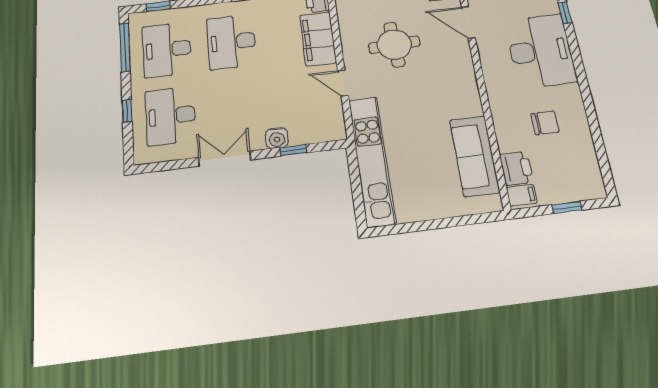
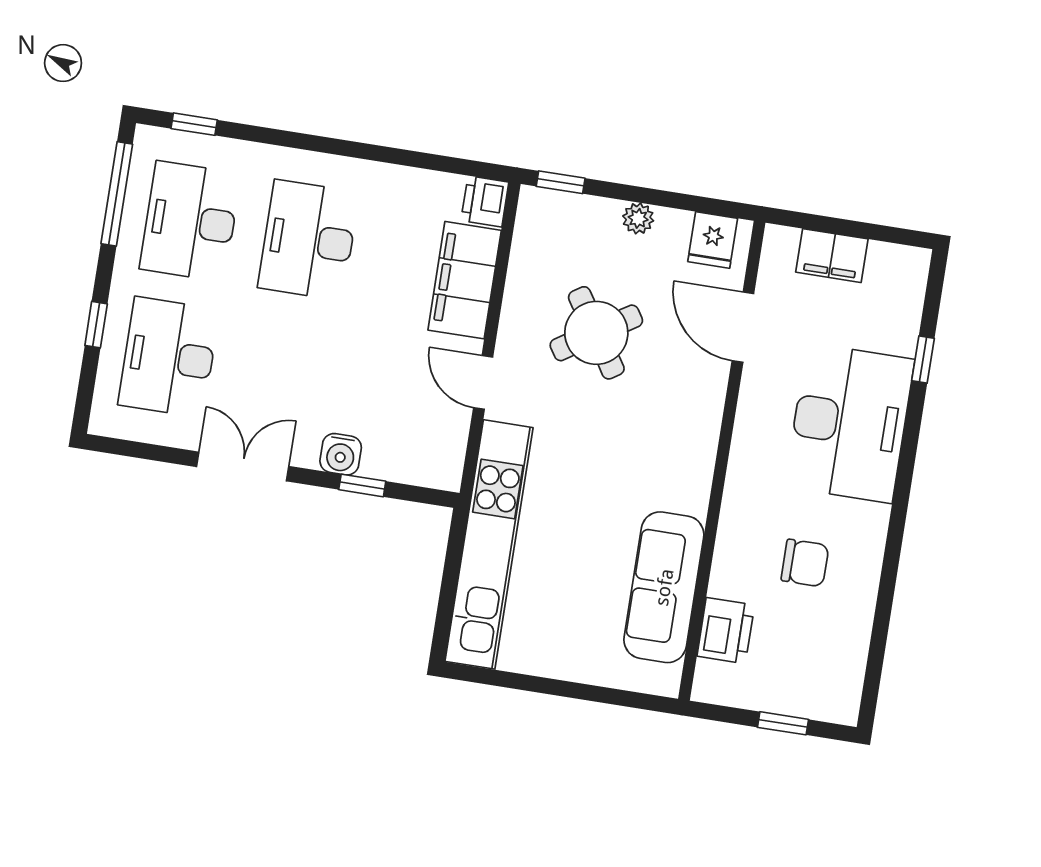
round table: (394, 45) -> (596, 333), turned -30
filing cabinet: (522, 195) -> (717, 680), removed

